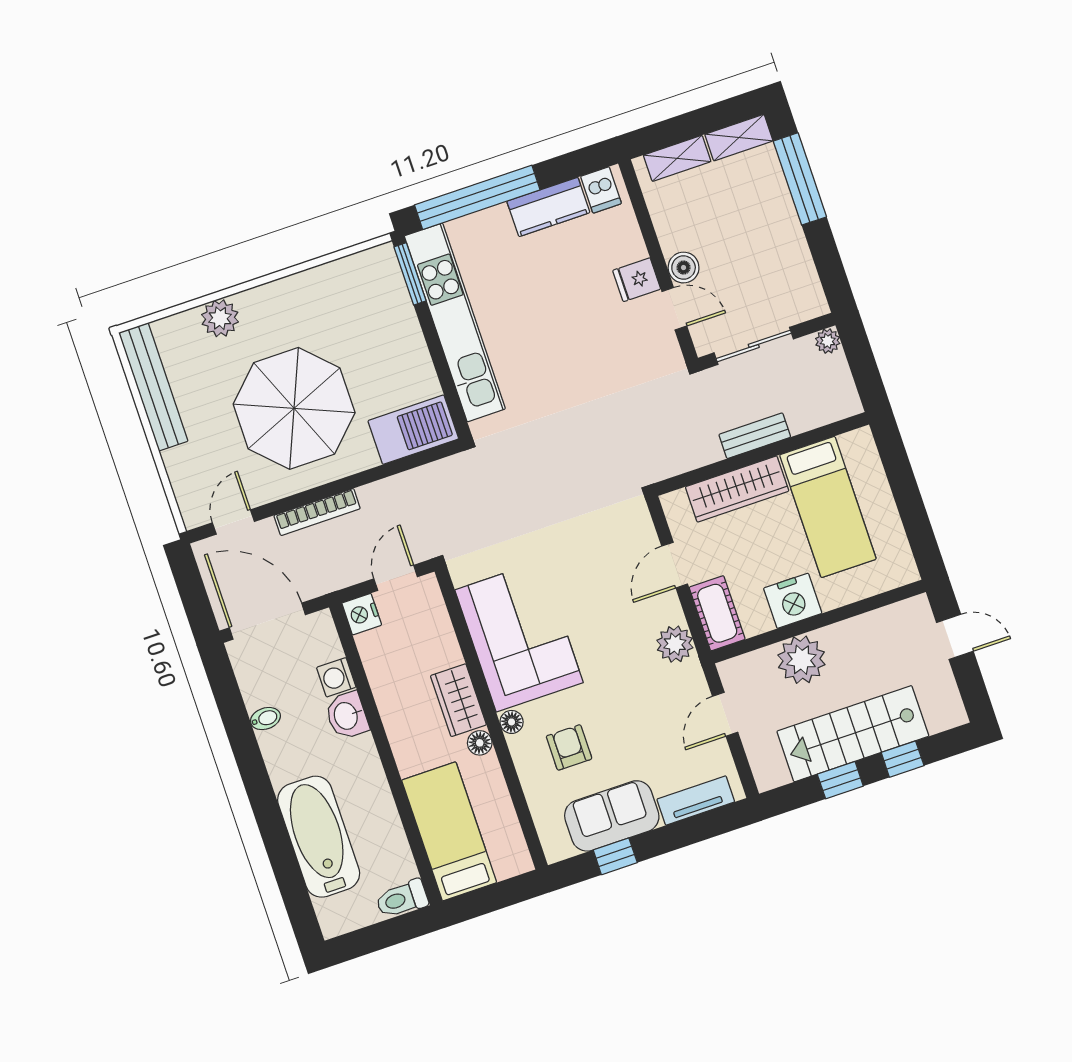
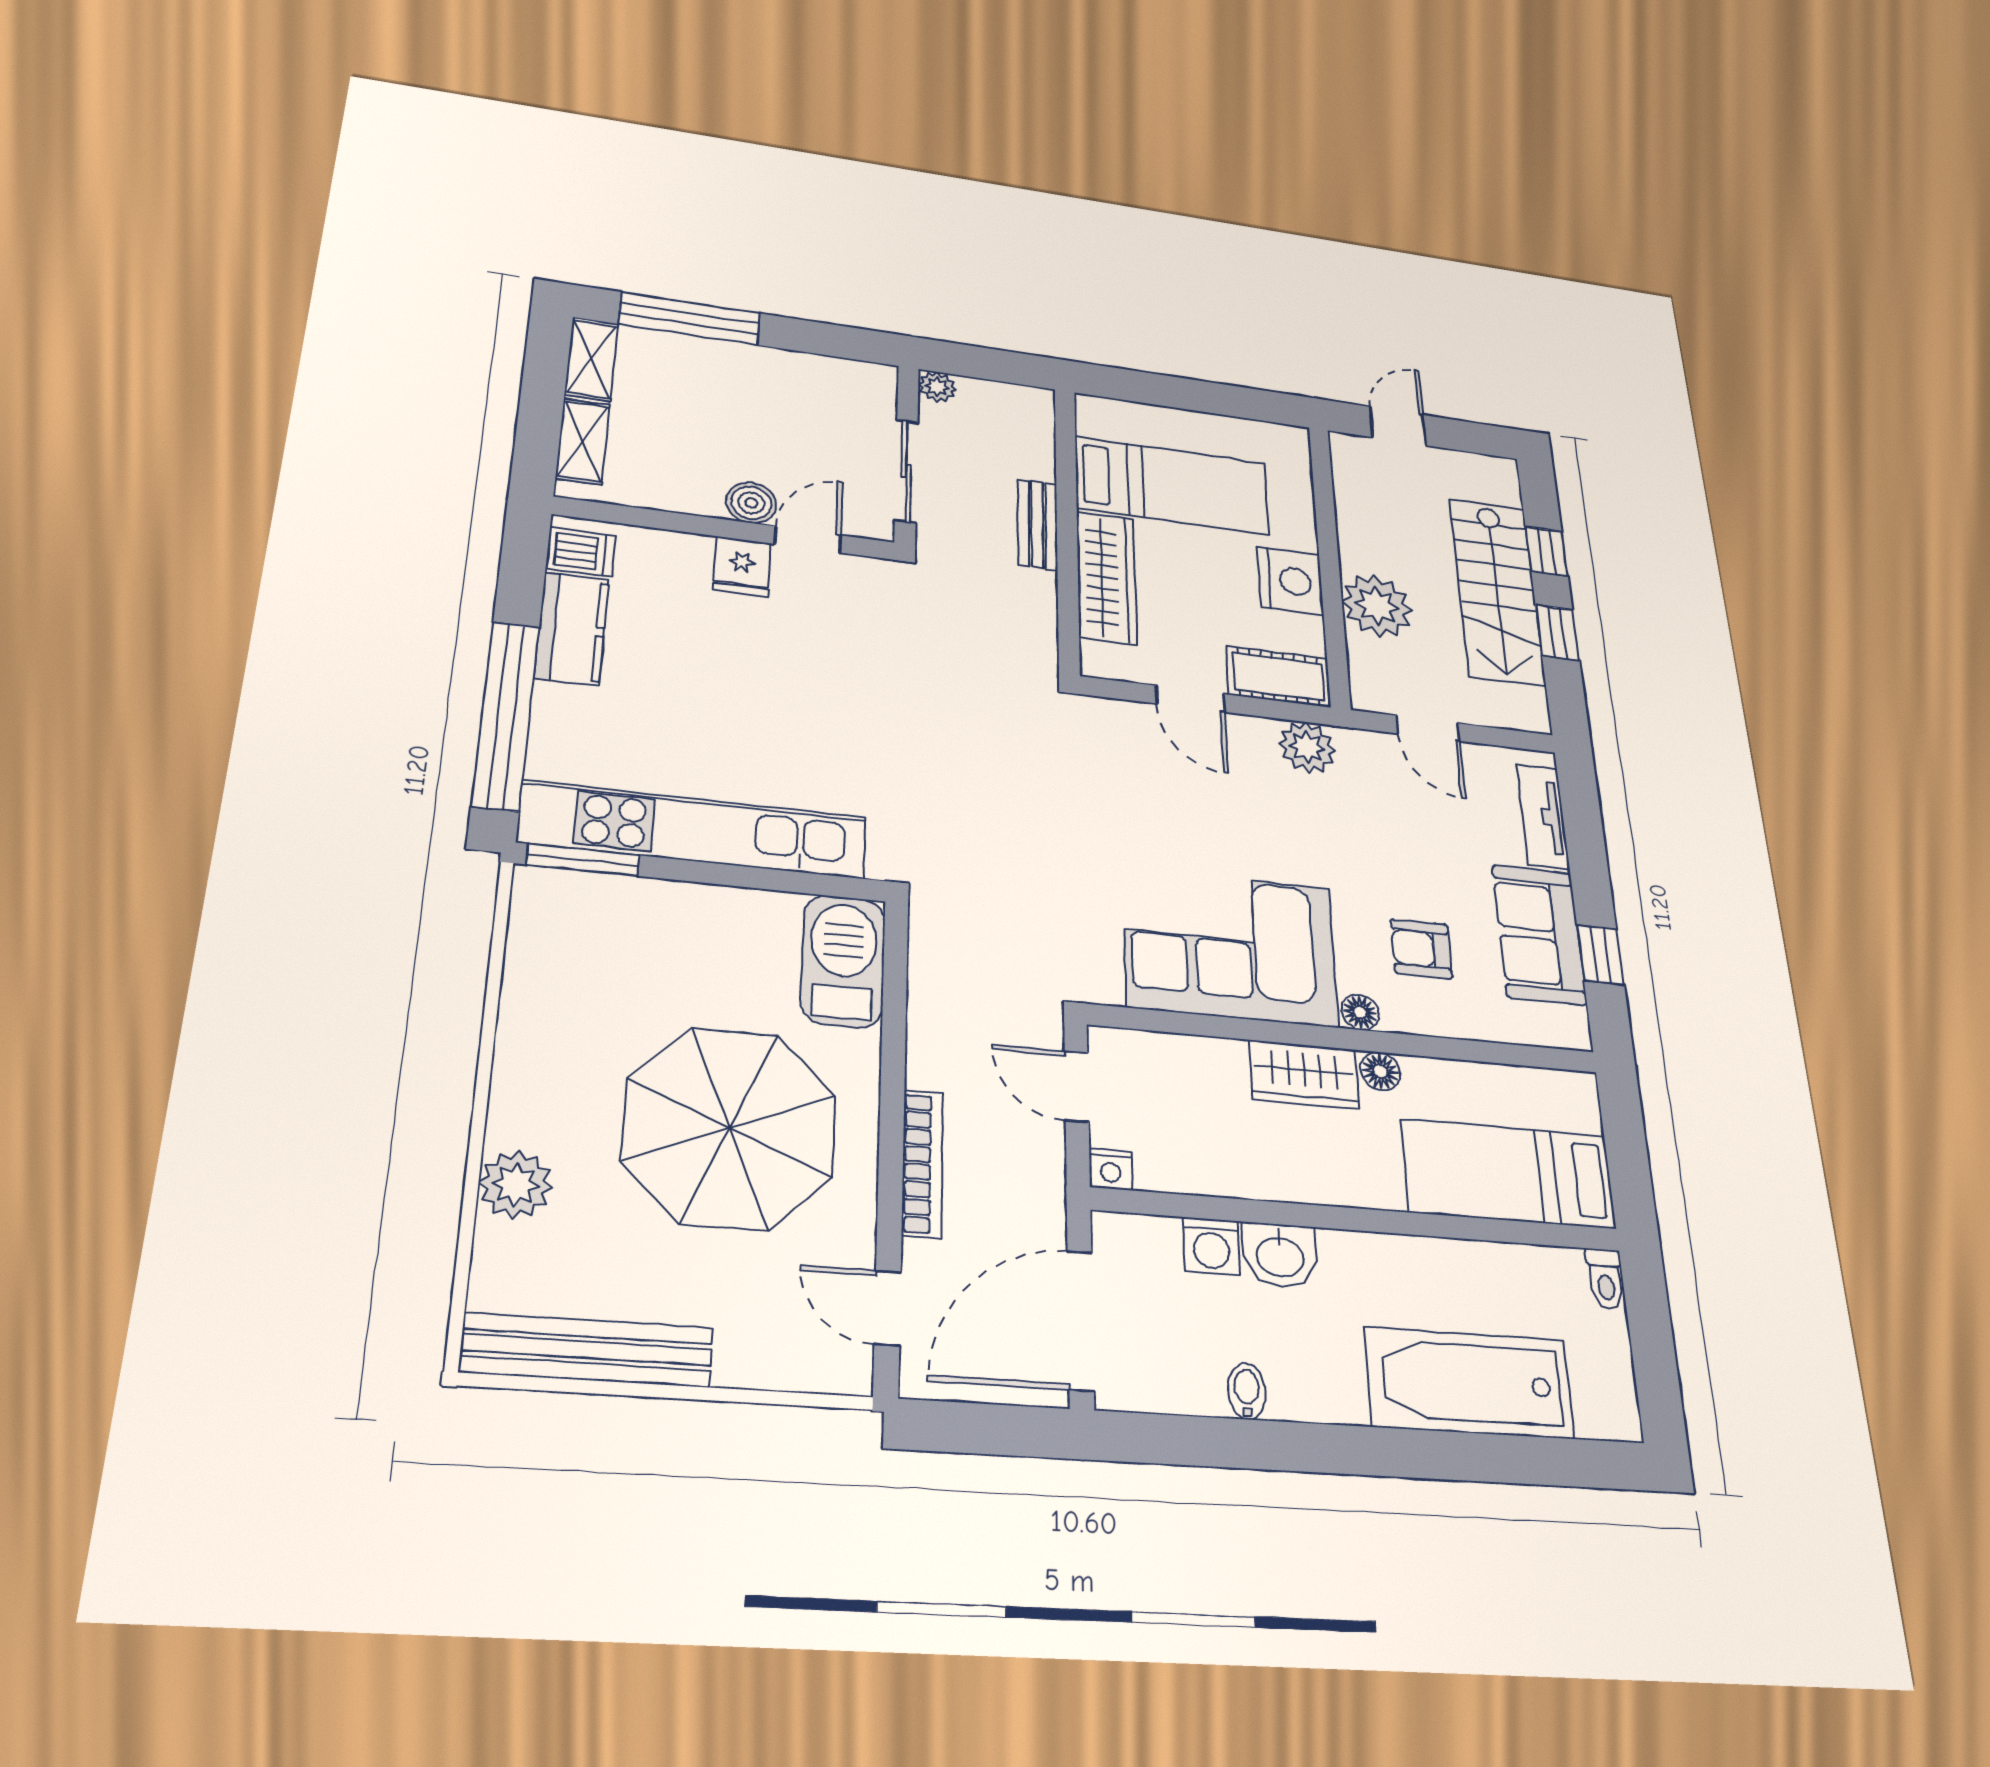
nightstand: (362, 614) -> (1111, 1169), width x0.72, depth x0.74
toilet: (402, 899) -> (1605, 1279), width x0.73, depth x0.72

